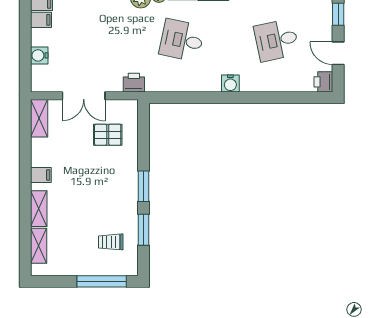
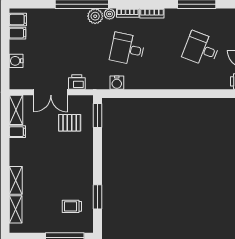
desk: (276, 40) -> (201, 49), turned 33
printer: (134, 83) -> (77, 82), moved
water cooler: (230, 83) -> (117, 83), moved
filing cabinet: (41, 175) -> (17, 132), moved
window: (144, 186) -> (97, 115), moved

